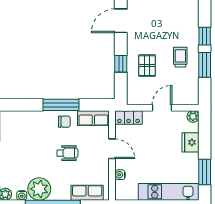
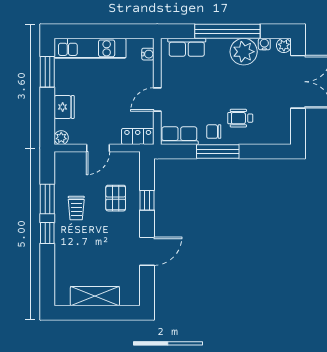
door: (112, 149) -> (157, 99), hinge flipped
wheelchair: (67, 153) -> (240, 118), moved
water cooler: (120, 175) -> (148, 54), moved

